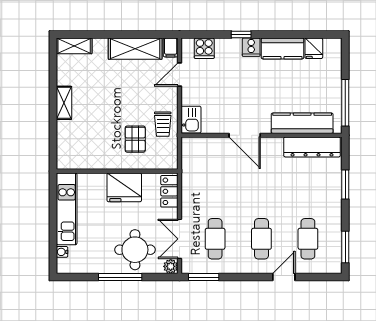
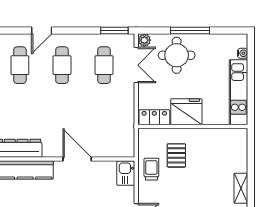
locker: (169, 191) -> (154, 117), moved, turned -90

